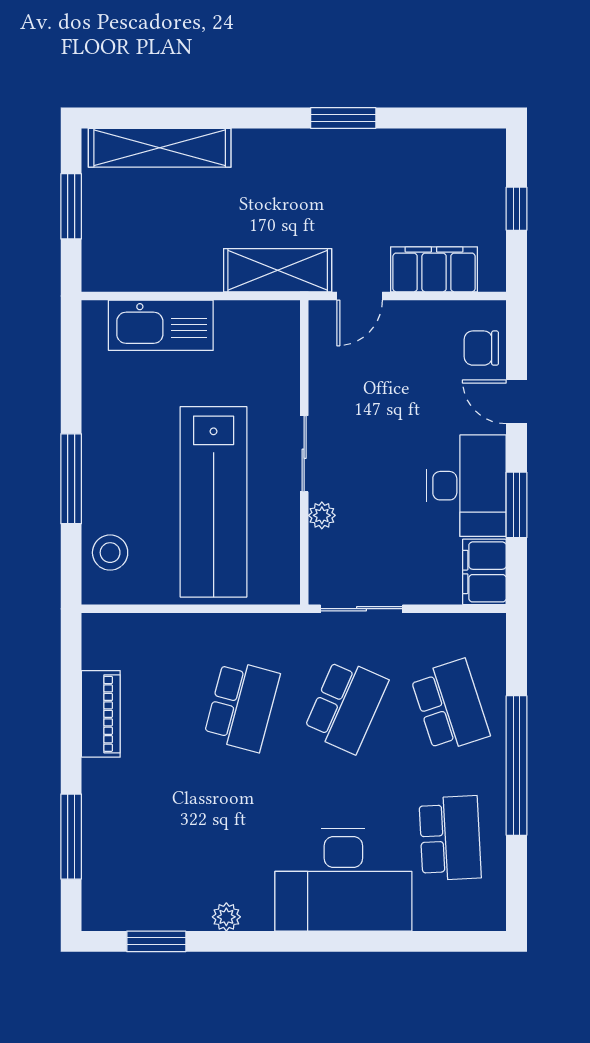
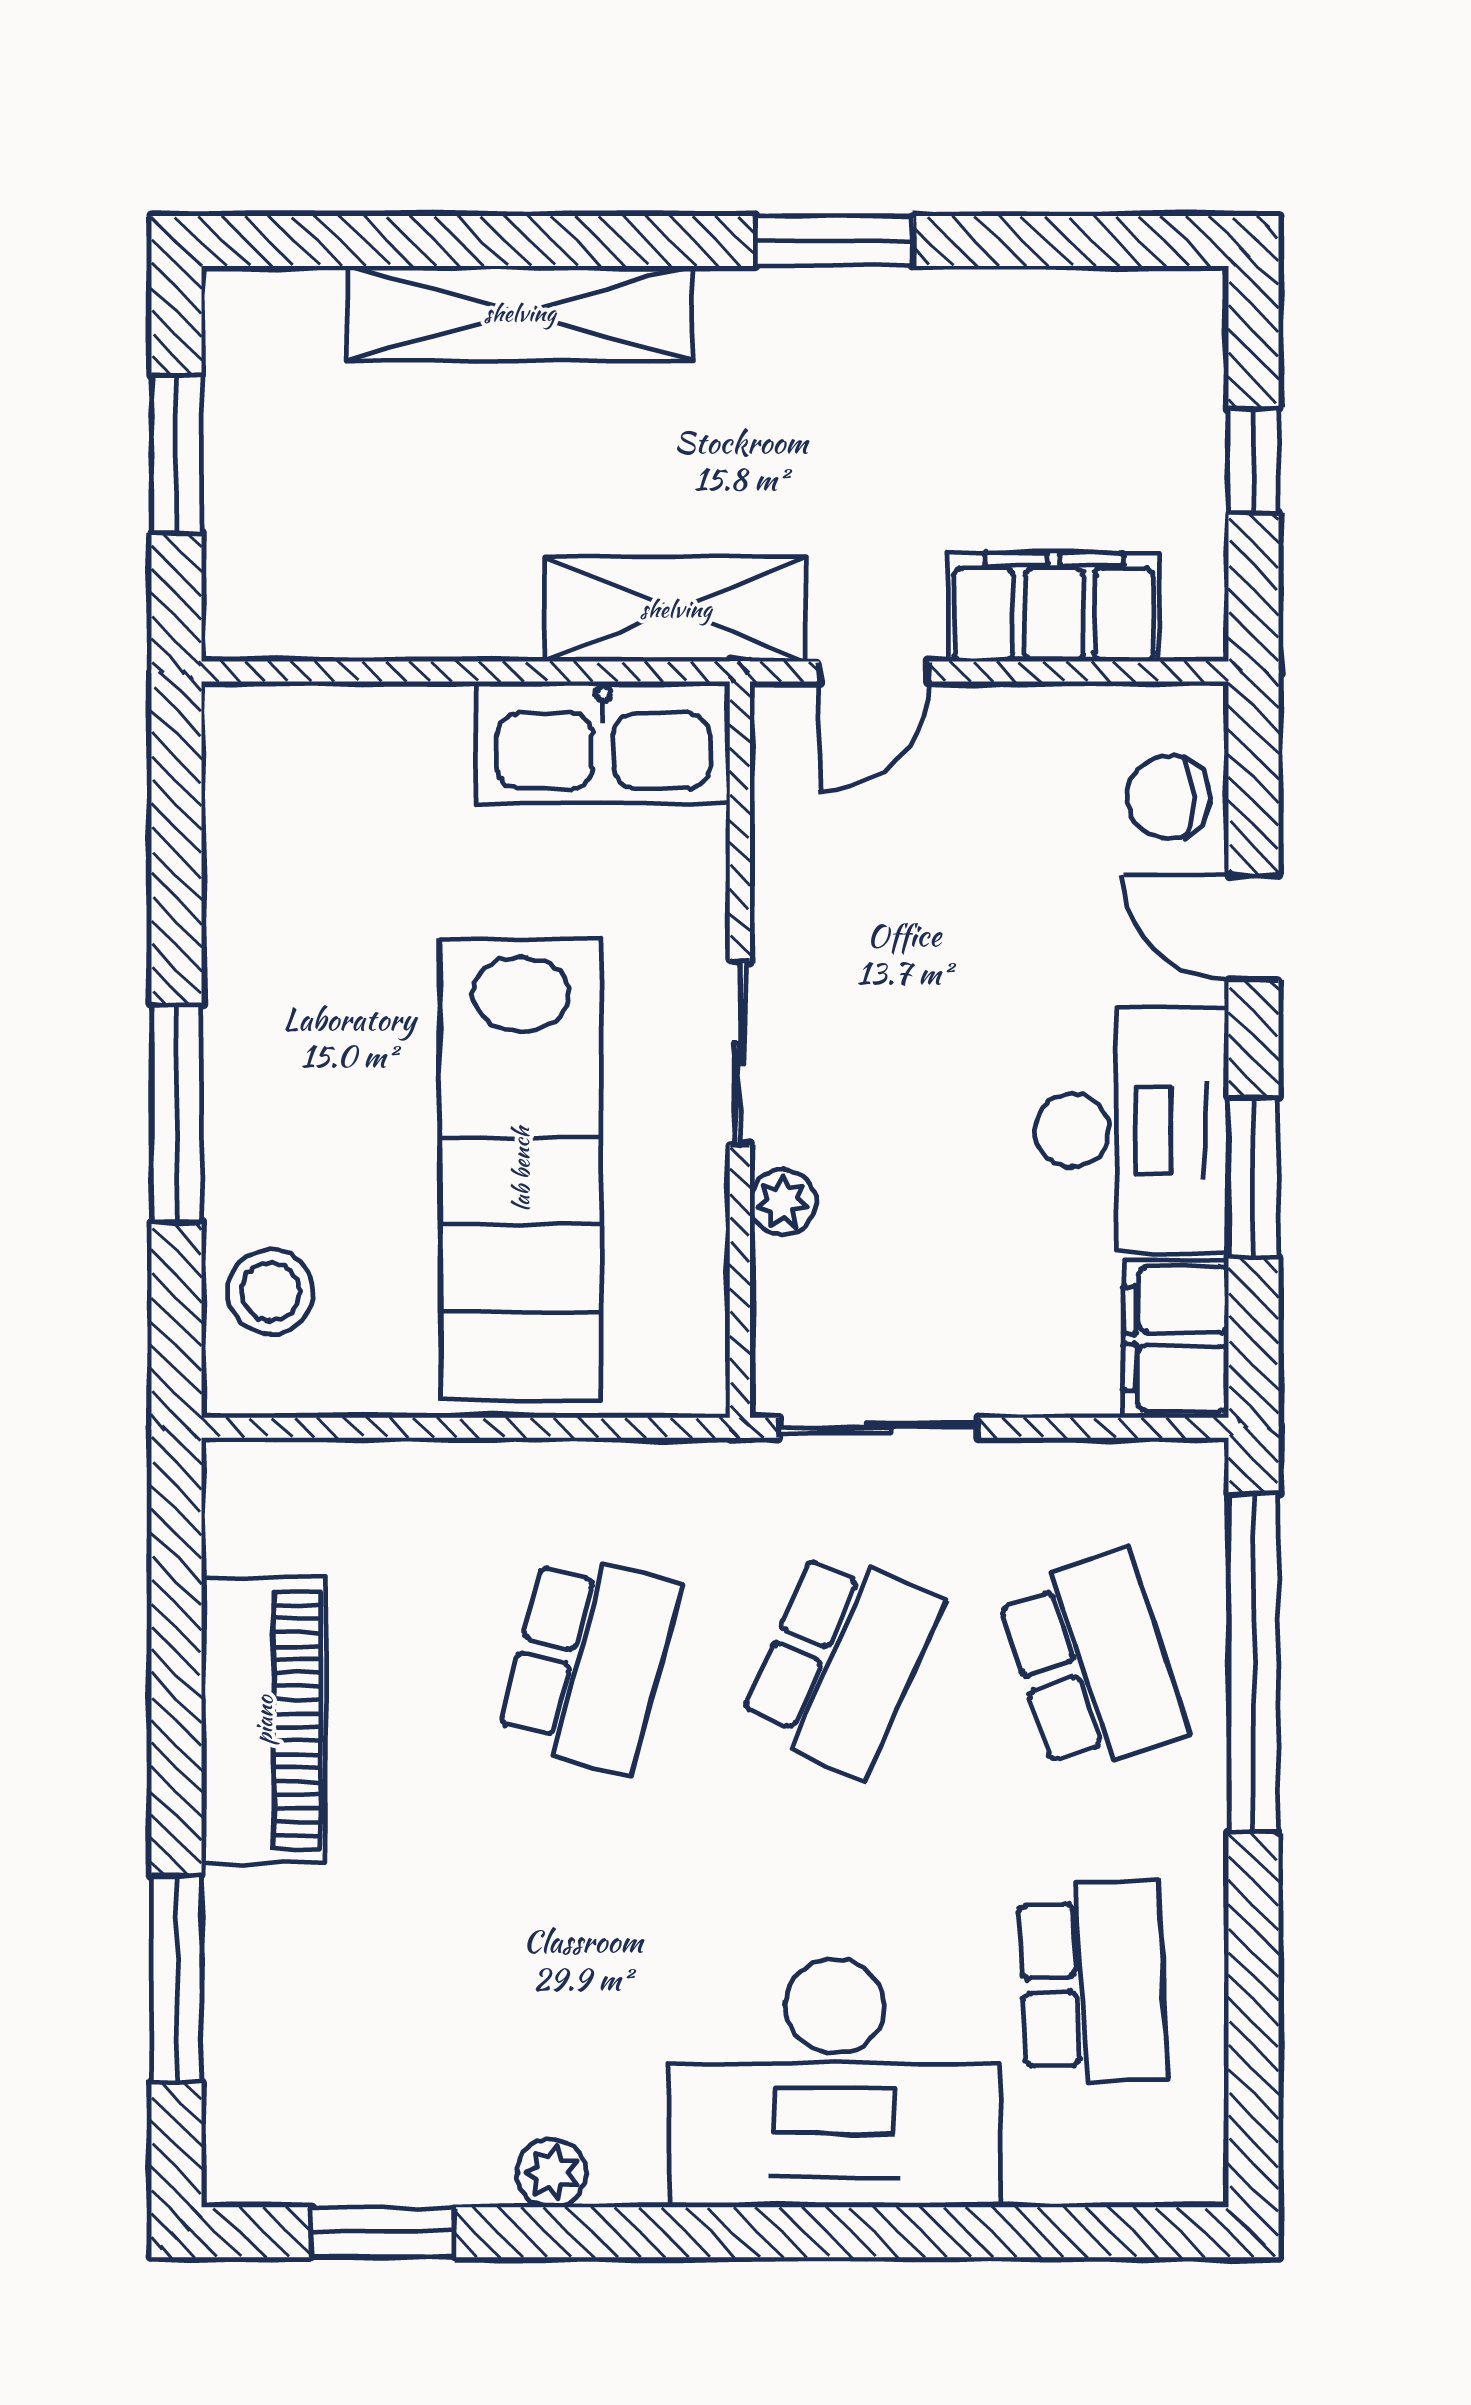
shelving: (160, 148) -> (520, 313), moved
kitchen sink: (161, 325) -> (603, 742), moved
piano: (101, 714) -> (264, 1720), width x1.37, depth x1.33
window: (517, 766) -> (1254, 1663), moved

